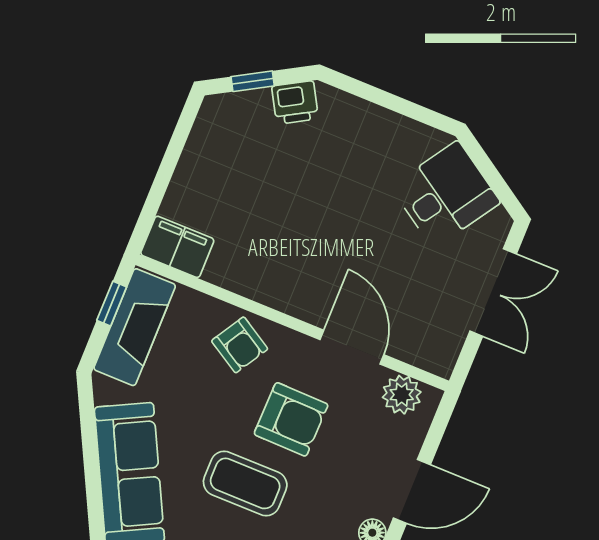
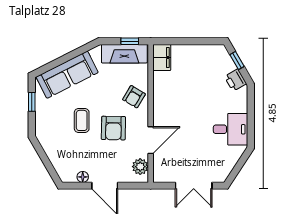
desk: (445, 195) -> (231, 129), moved, turned -33
coffee table: (245, 483) -> (82, 120), width x0.73, depth x0.77

